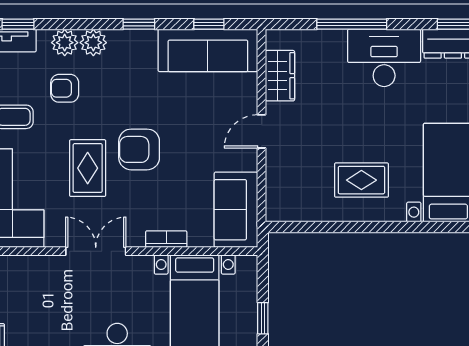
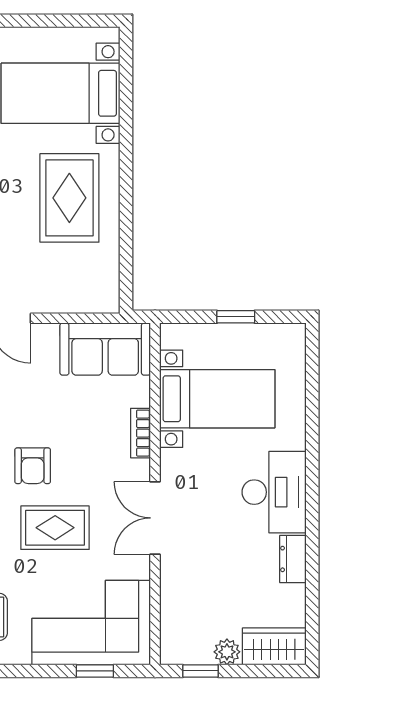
armchair: (139, 149) -> (33, 466), width x0.72, depth x0.72
rug: (361, 180) -> (69, 198), width x1.36, depth x1.43

